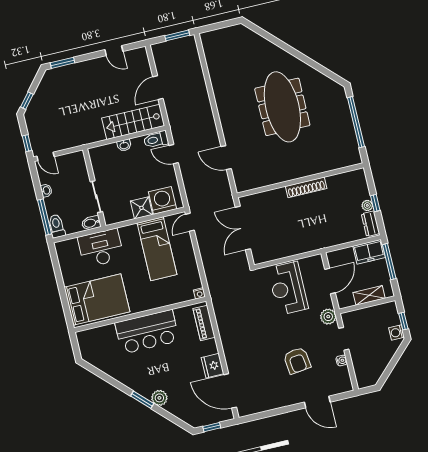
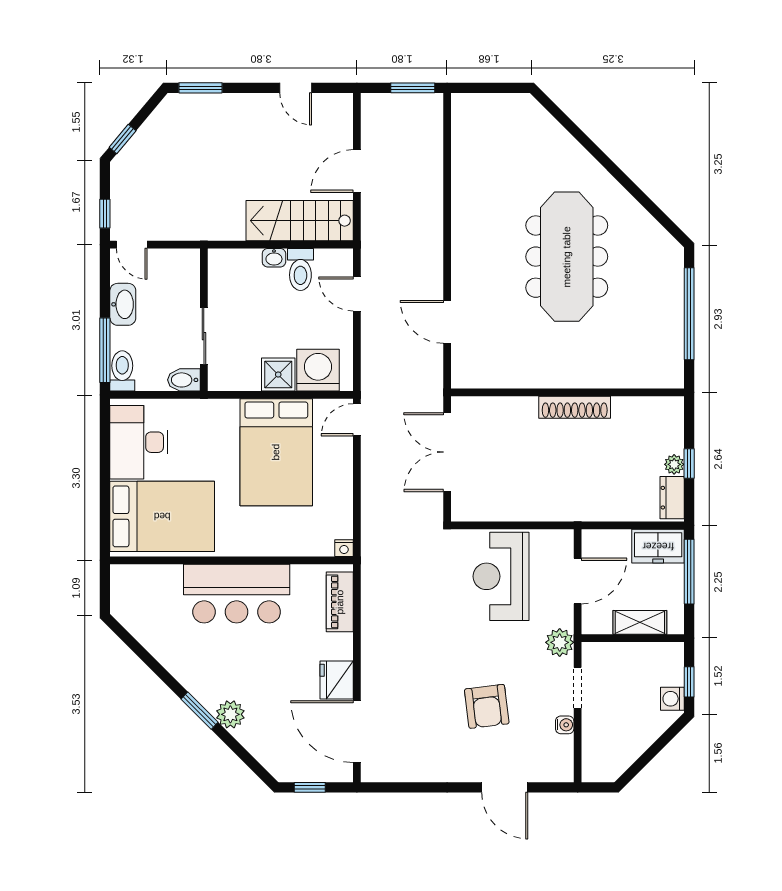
toilet: (156, 140) -> (300, 269), moved, turned -90
washbasin: (46, 190) -> (123, 304), width x1.91, depth x1.45
desk: (101, 248) -> (139, 442), moved, turned -90
bed: (157, 249) -> (276, 452), width x1.50

